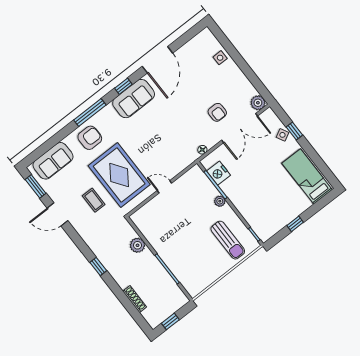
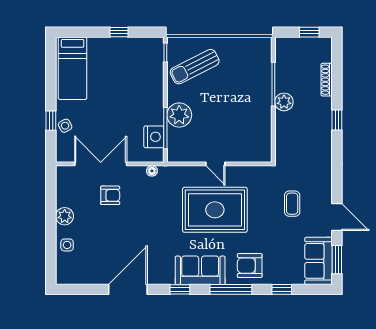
sofa: (134, 99) -> (200, 270), moved
plant: (258, 103) -> (65, 216), moved
armchair: (217, 112) -> (110, 195), turned 90
window: (57, 139) -> (282, 289), added
sofa: (53, 161) -> (318, 261), moved, turned -90
rug: (119, 175) -> (215, 210), moved, turned 90
plant: (220, 201) -> (179, 115), width x1.88, depth x1.88
sun lounger: (228, 240) -> (195, 67), turned -117
plant: (138, 245) -> (284, 102), moved
window: (98, 267) -> (337, 120), moved

